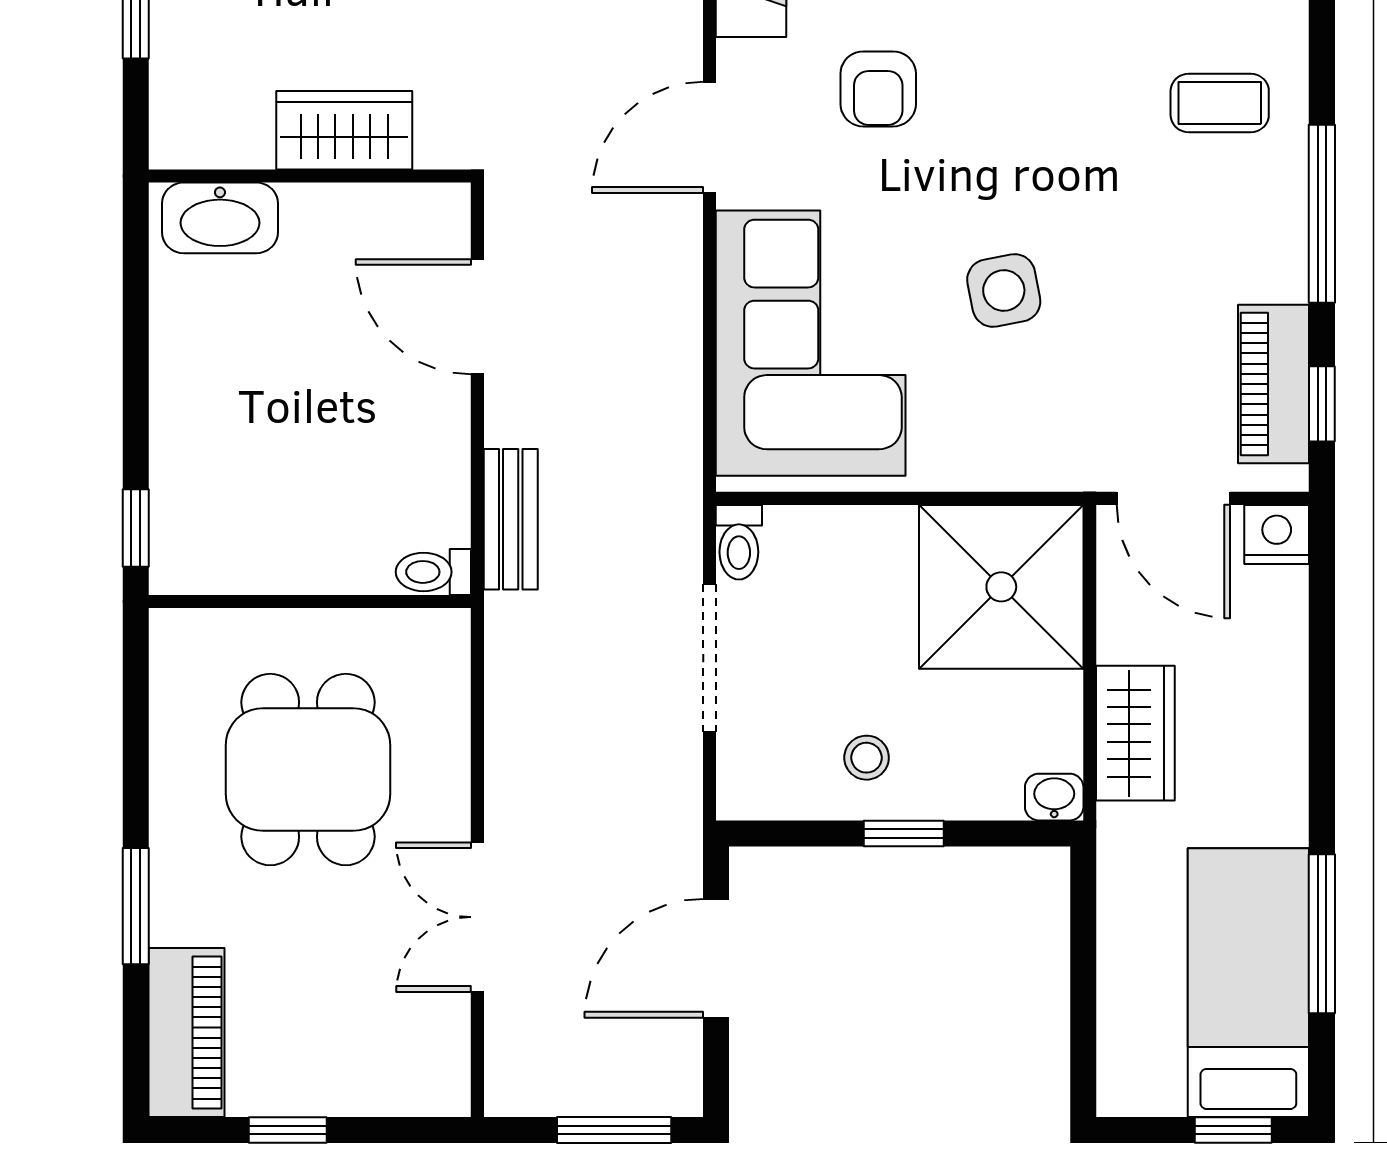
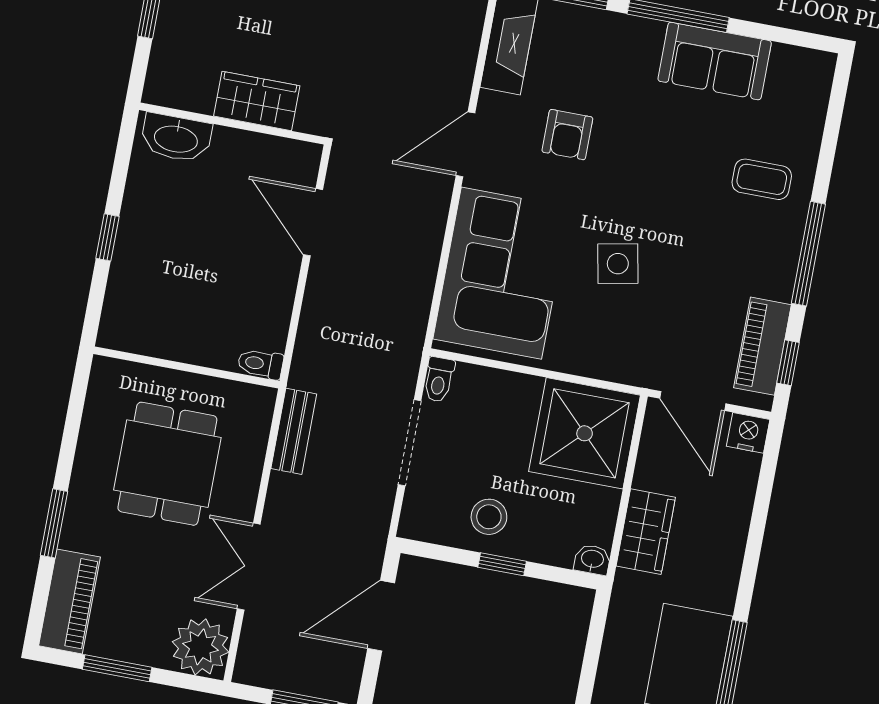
bench: (511, 519) -> (294, 431), moved
window: (136, 528) -> (108, 237), moved
stool: (867, 758) -> (489, 517), width x1.37, depth x1.37
plant: (422, 1068) -> (200, 647), added
window: (288, 1130) -> (117, 668), width x1.50

